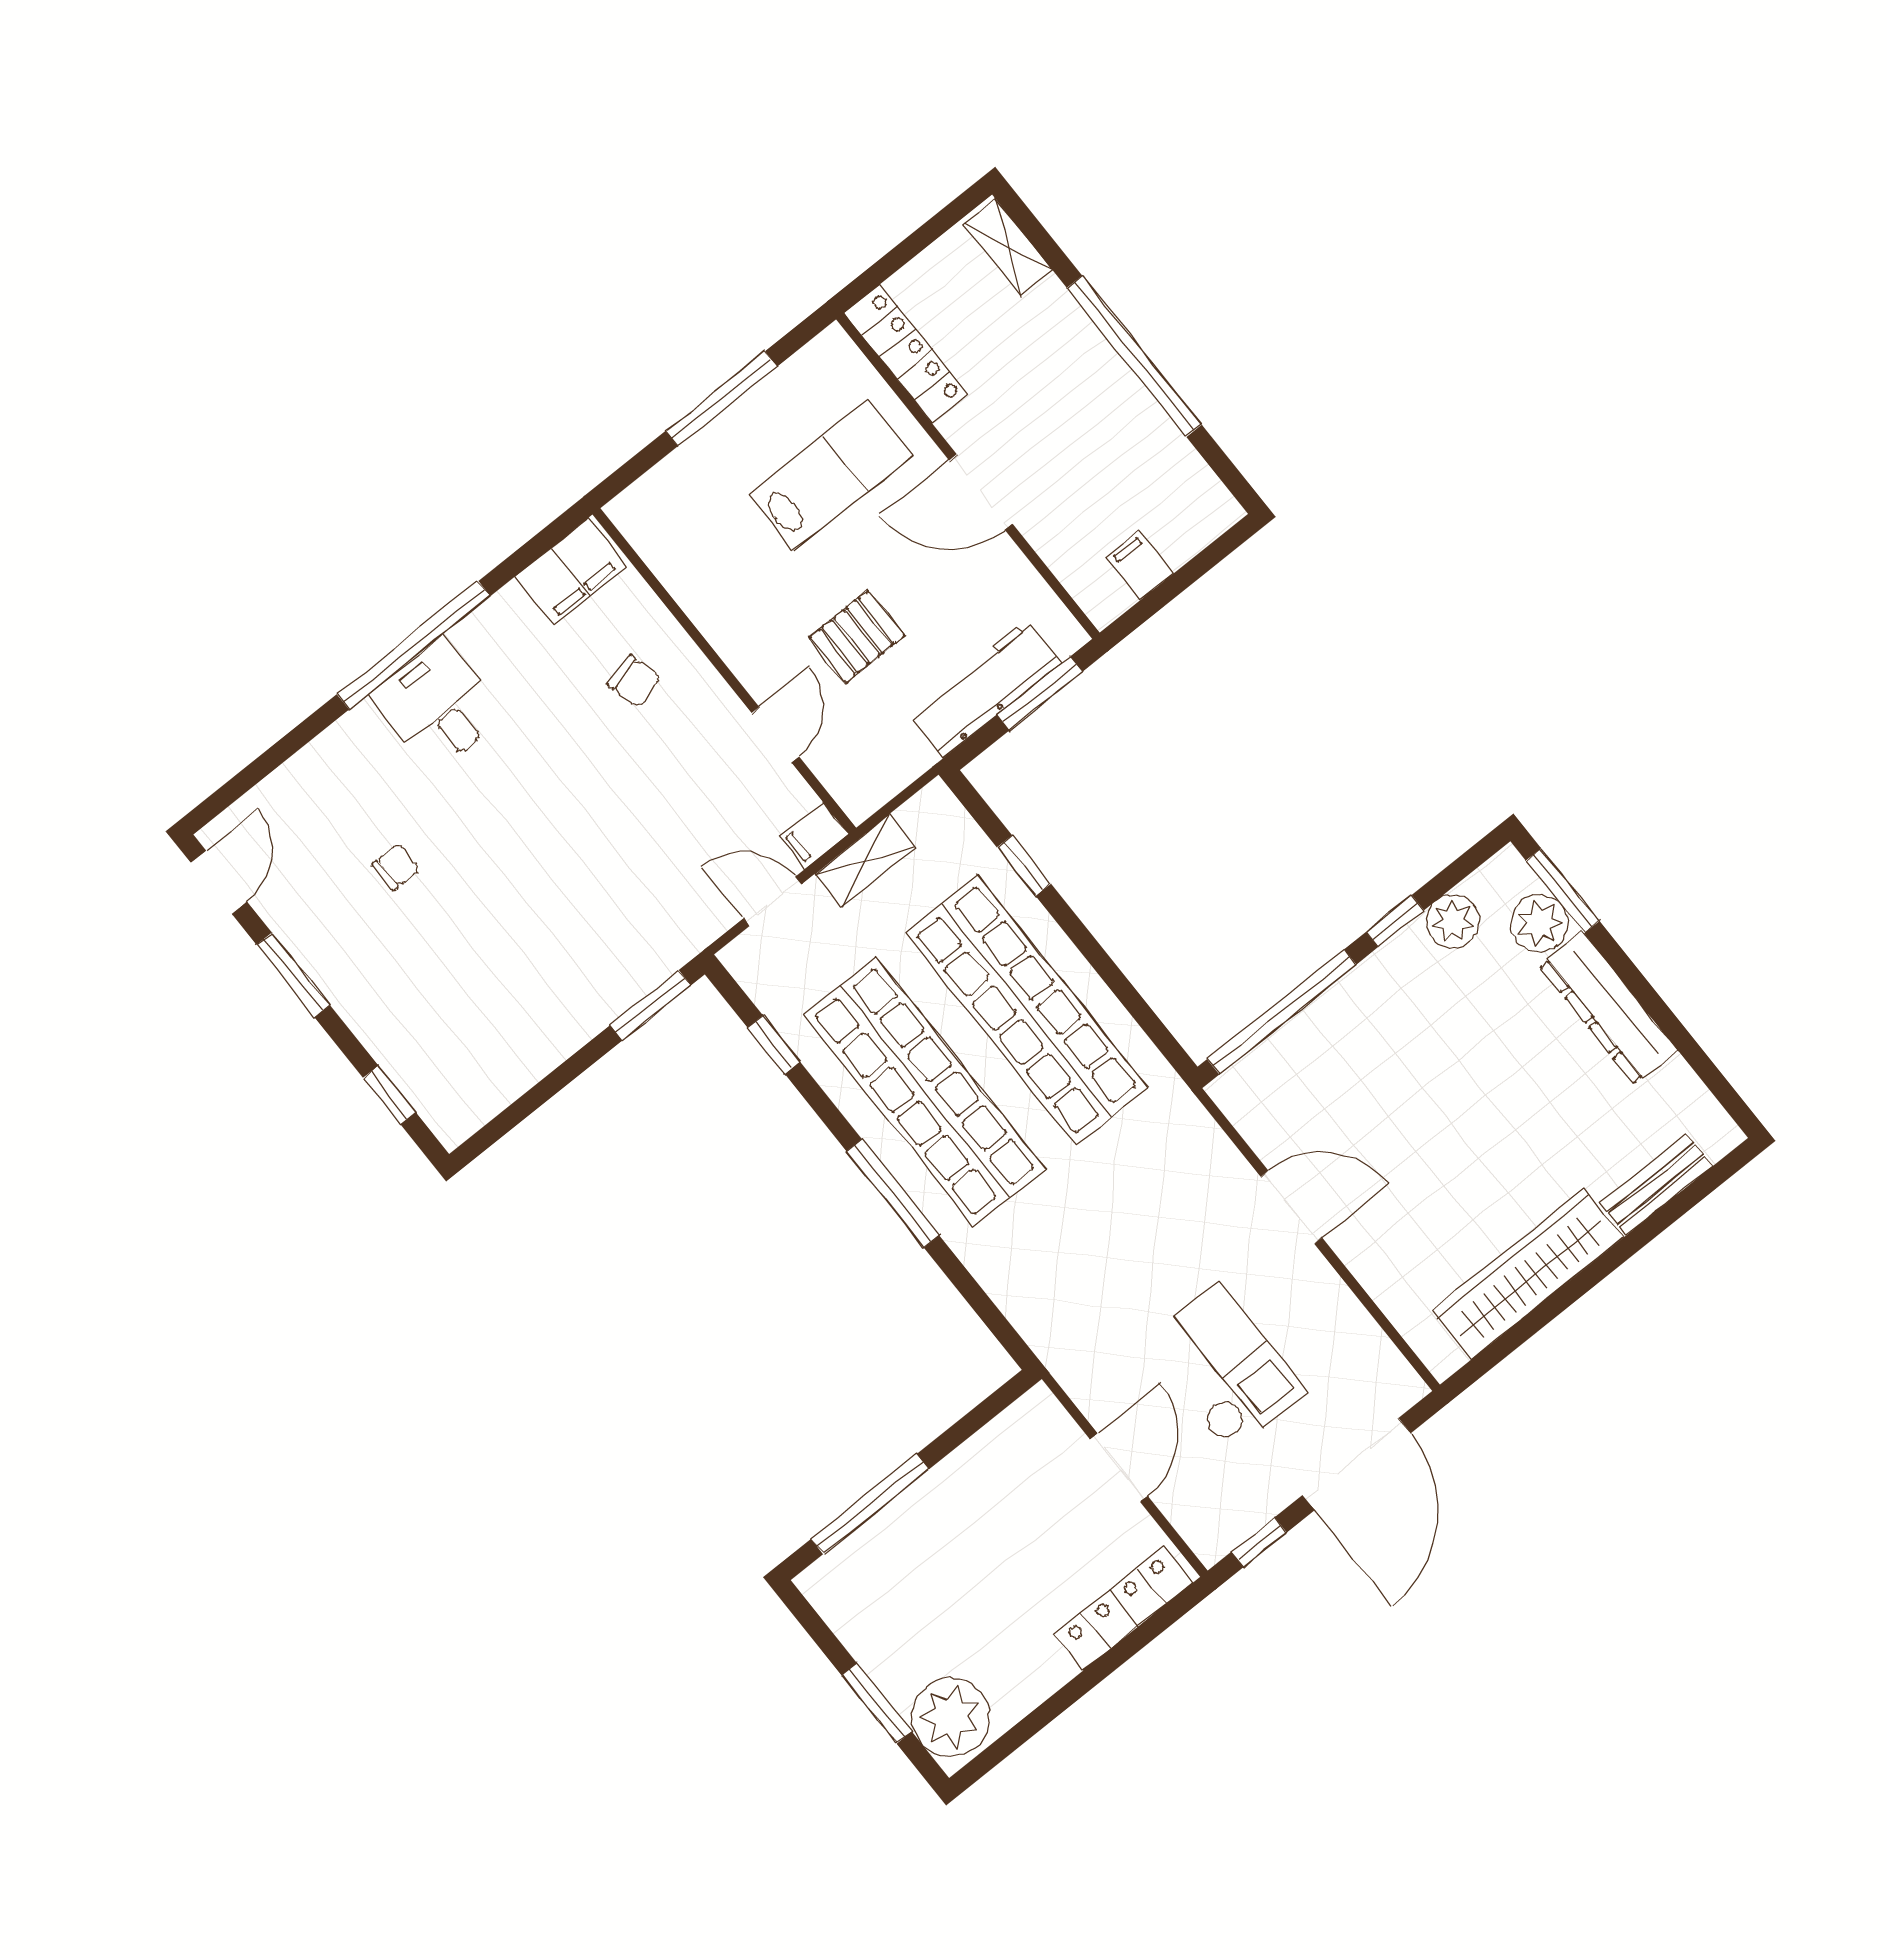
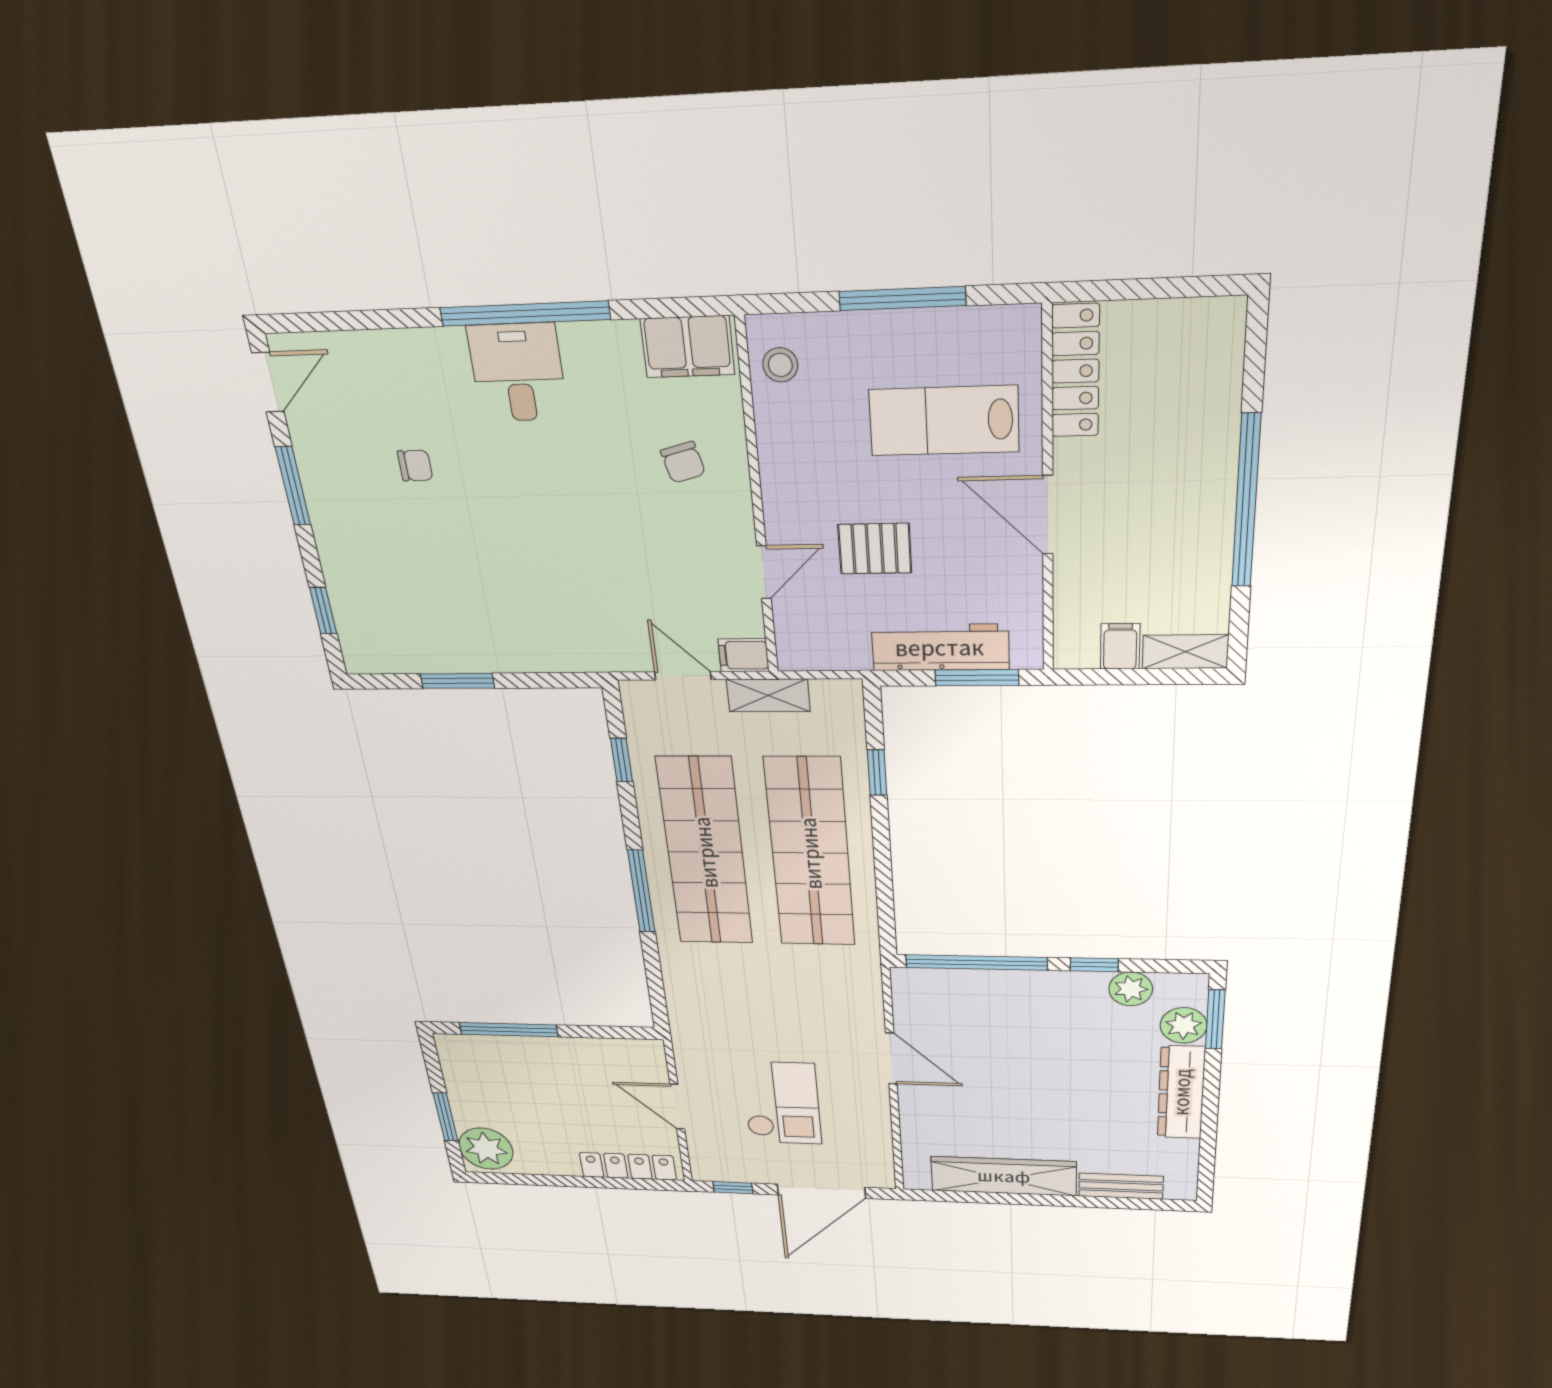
shelving: (1008, 247) -> (1185, 652), moved, turned 90
lab bench: (831, 475) -> (944, 421), turned 180
stool: (660, 529) -> (780, 365), added
window: (650, 1005) -> (457, 681), moved
door: (1119, 1467) -> (677, 1107), swing flipped

